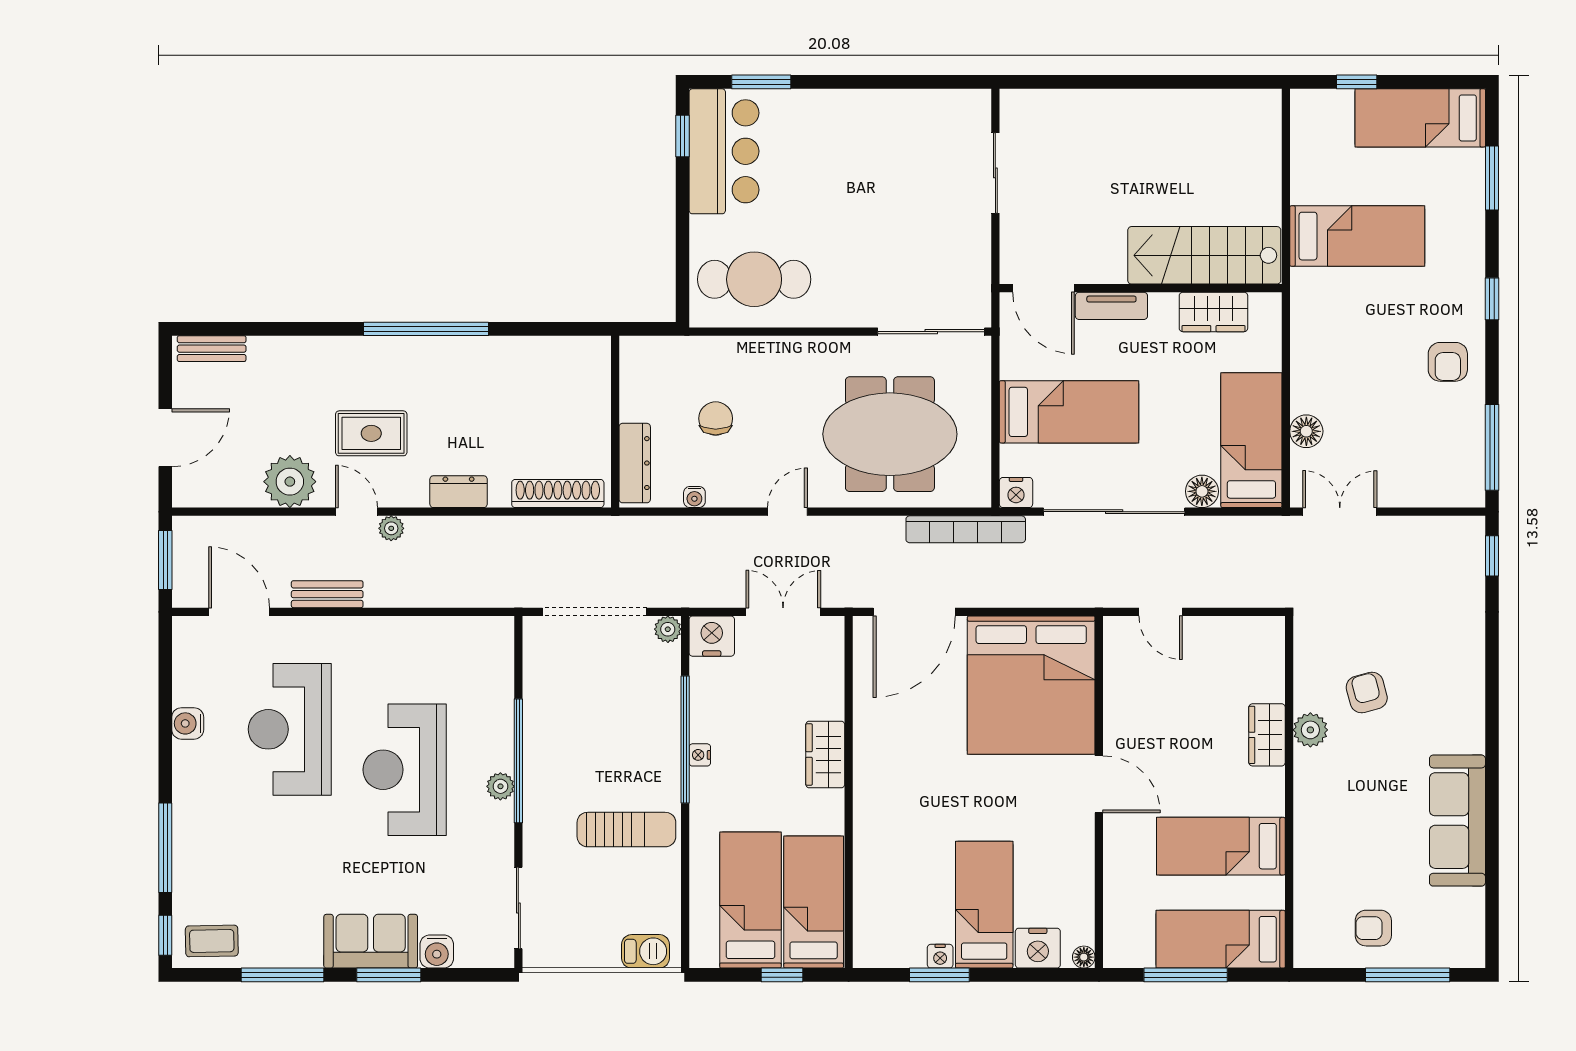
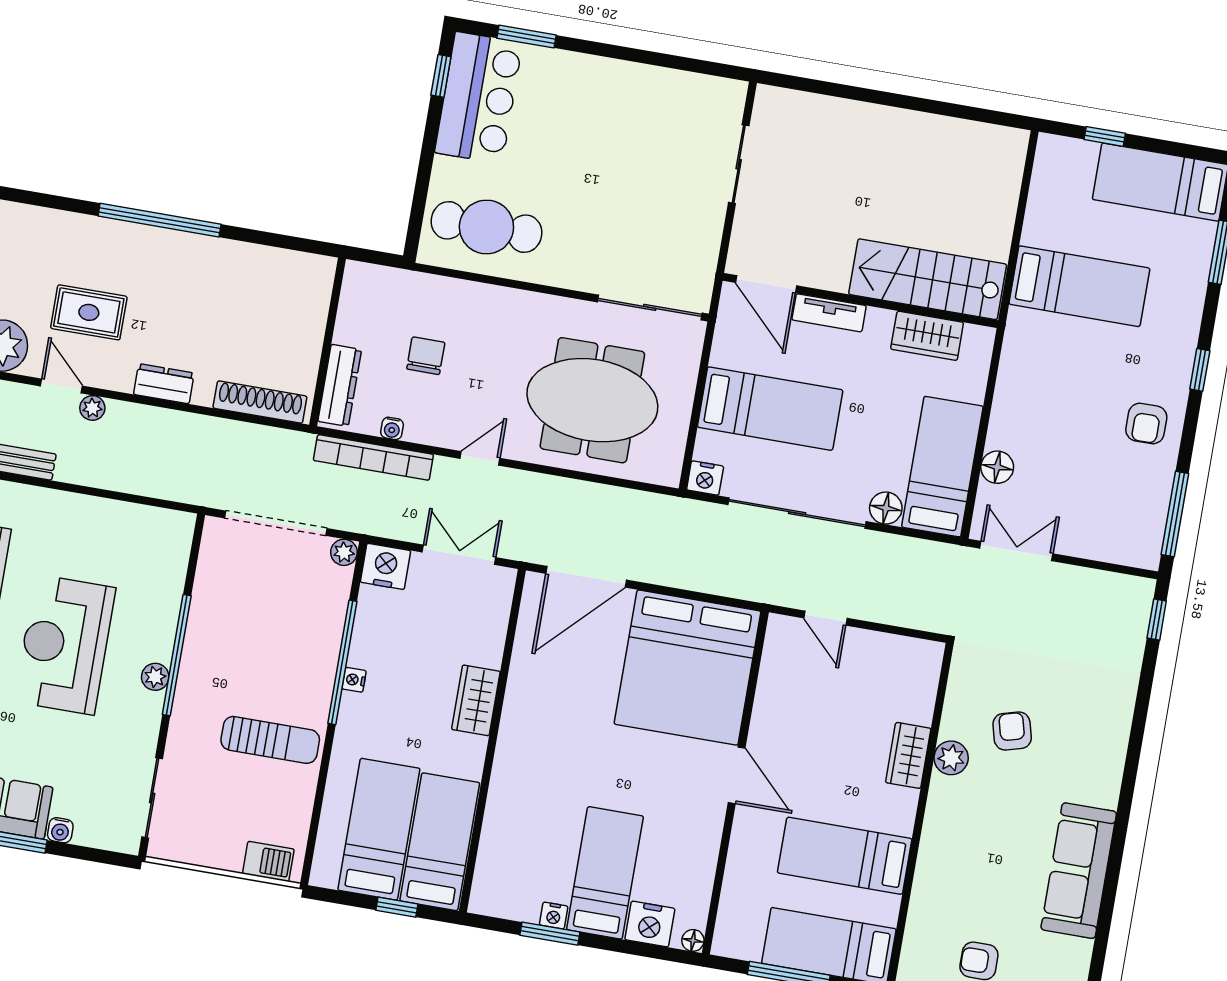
bookcase: (966, 529) -> (373, 457), moved
water cooler: (437, 952) -> (60, 830), width x0.72, depth x0.72

